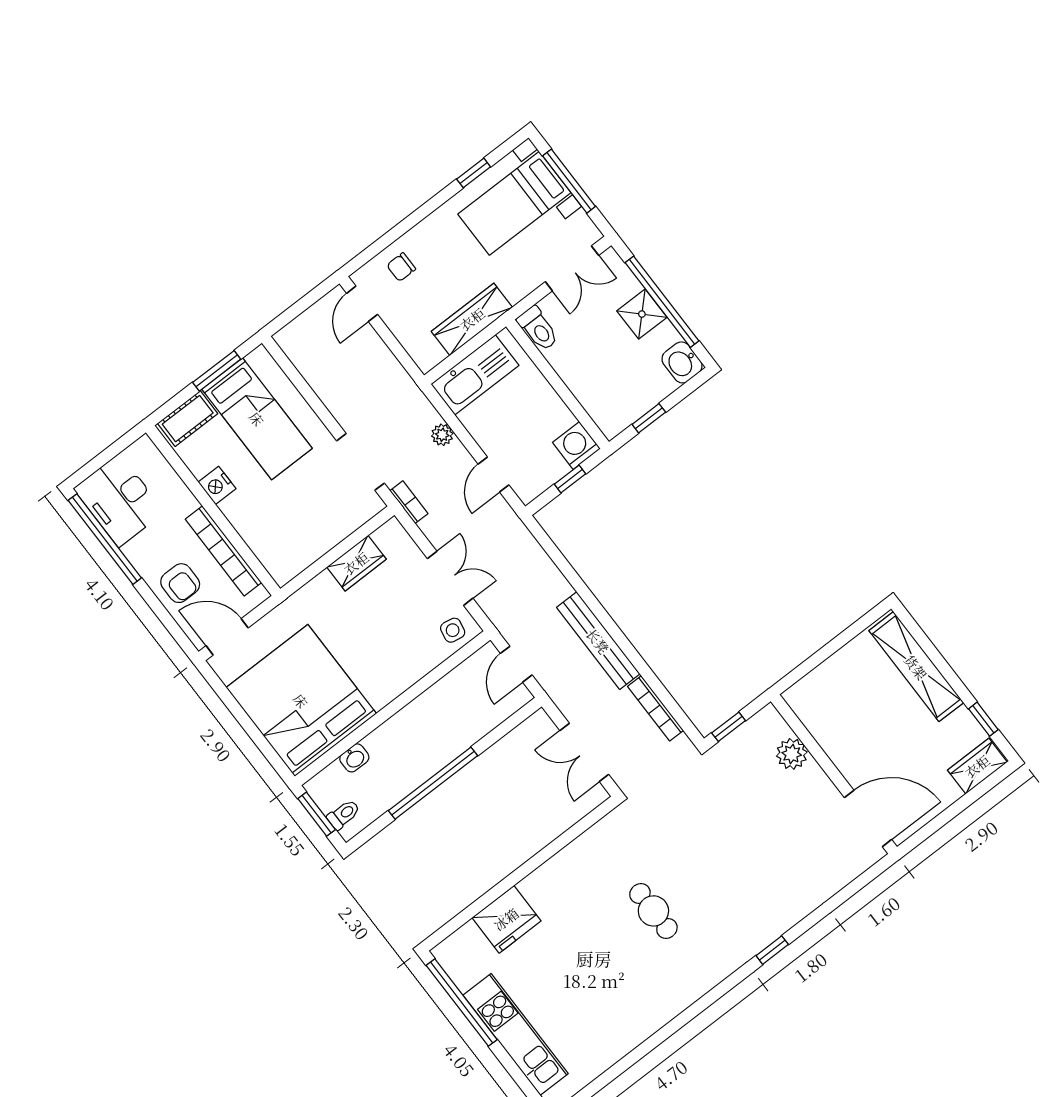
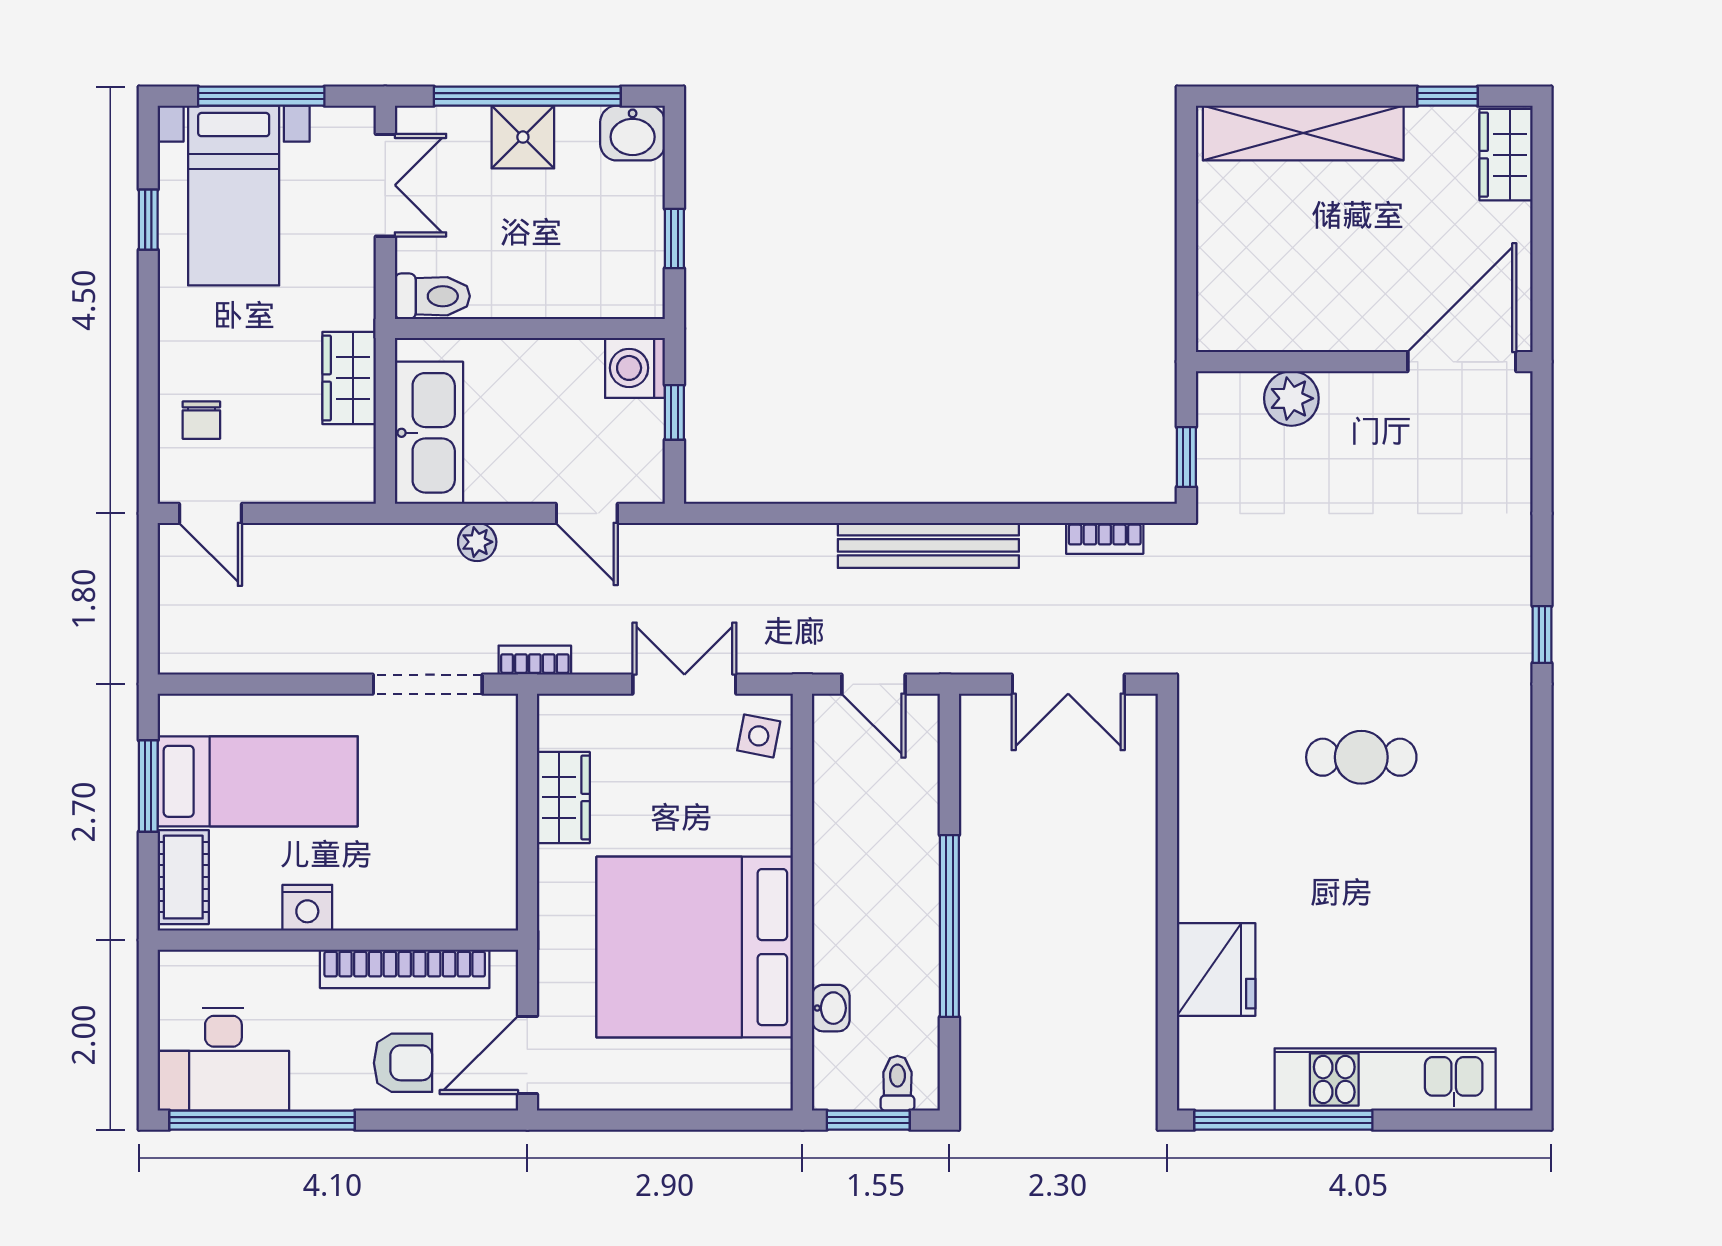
wardrobe: (472, 319) -> (349, 378), width x0.67
bed: (301, 701) -> (695, 947), moved
bookcase: (656, 708) -> (1105, 538), width x0.64

